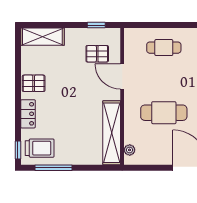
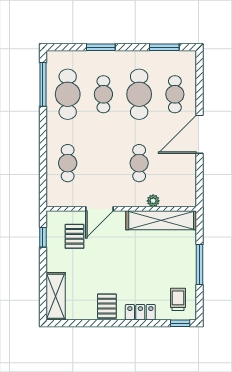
cafe table: (164, 113) -> (139, 163), width x0.73, depth x0.74
trolley: (40, 148) -> (178, 299), width x0.73, depth x0.72
plant: (130, 150) -> (153, 201), moved
window: (53, 168) -> (200, 265), moved

